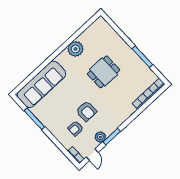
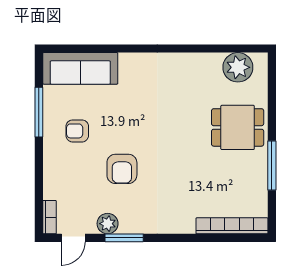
plant: (75, 49) -> (238, 67), moved
dining table: (104, 72) -> (238, 127), moved
sofa: (41, 84) -> (80, 68), width x0.74, depth x0.79
armchair: (76, 128) -> (77, 131), moved

